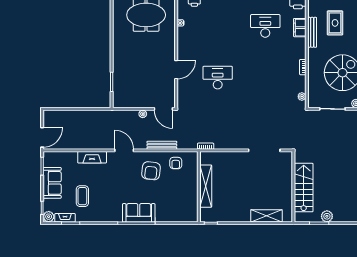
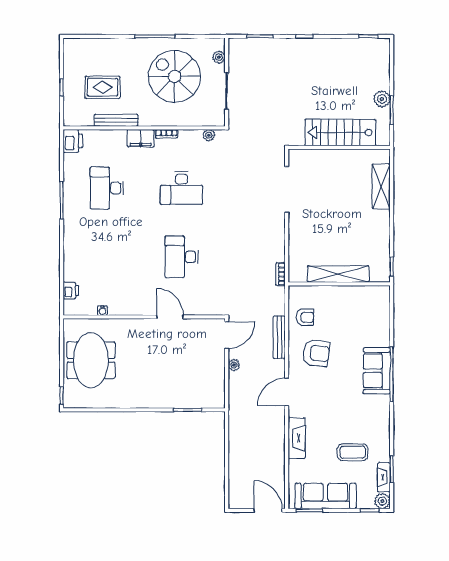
filing cabinet: (300, 28) -> (141, 138), moved
desk: (265, 78) -> (182, 188), added
sofa: (52, 183) -> (326, 496), width x1.36

